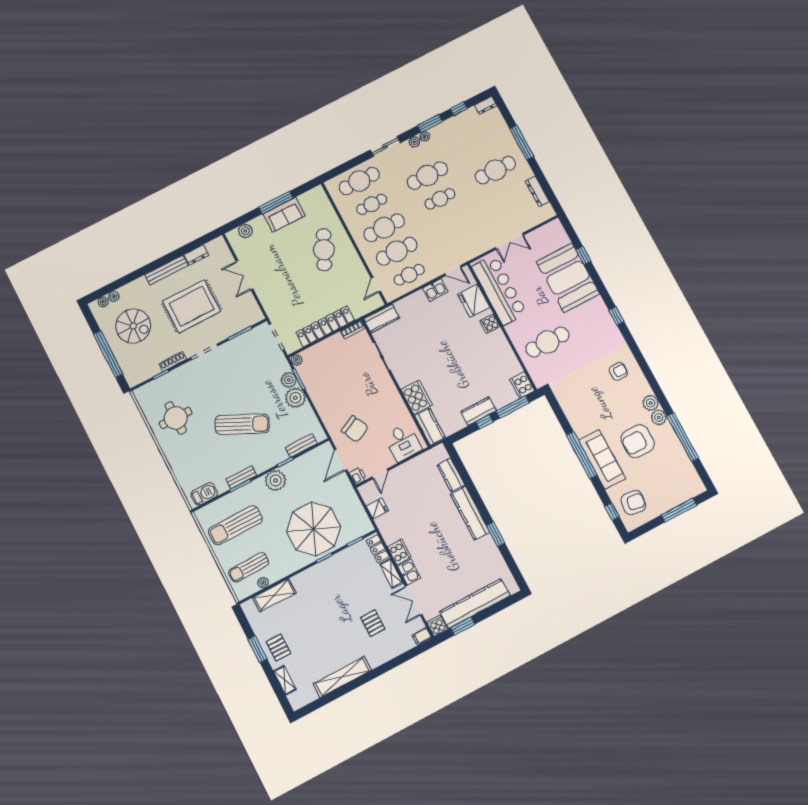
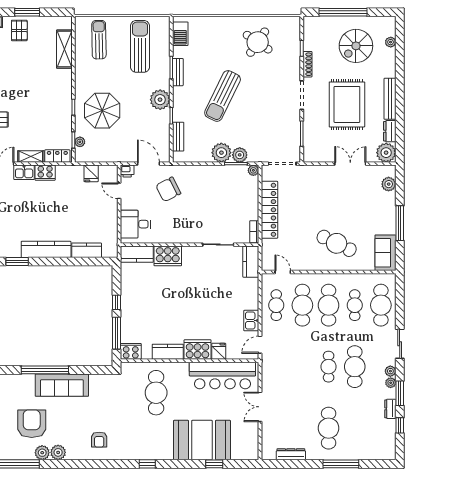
dresser: (486, 105) -> (390, 409), moved
sofa: (284, 215) -> (385, 253), moved
fridge: (474, 301) -> (219, 351), width x0.53, depth x0.75
plant: (103, 302) -> (386, 153), moved, width x1.88, depth x1.88
cooker: (490, 324) -> (198, 350), width x1.87, depth x1.31
kitchen counter: (479, 411) -> (168, 352), moved, turned -90
round table: (176, 418) -> (258, 42), turned 34
sofa: (602, 459) -> (62, 385), moved
parasol: (314, 529) -> (102, 111), width x0.73, depth x0.73
plant: (263, 583) -> (80, 142), moved
pallet: (278, 648) -> (19, 30), turned 90

